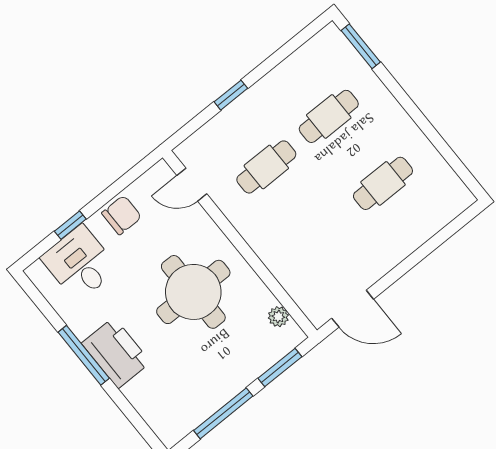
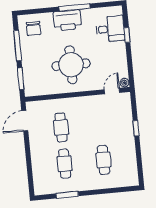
window: (361, 46) -> (67, 195), moved
cafe table: (266, 167) -> (61, 127), moved
chair: (122, 215) -> (34, 28), moved
plant: (278, 317) -> (124, 83), moved

